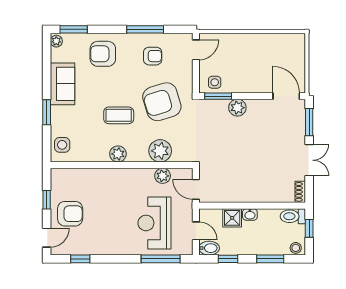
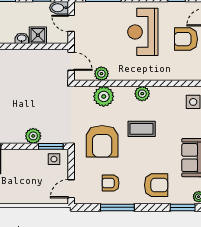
armchair: (162, 102) -> (102, 141), turned 107
reception desk: (154, 223) -> (143, 32), moved, turned 180

